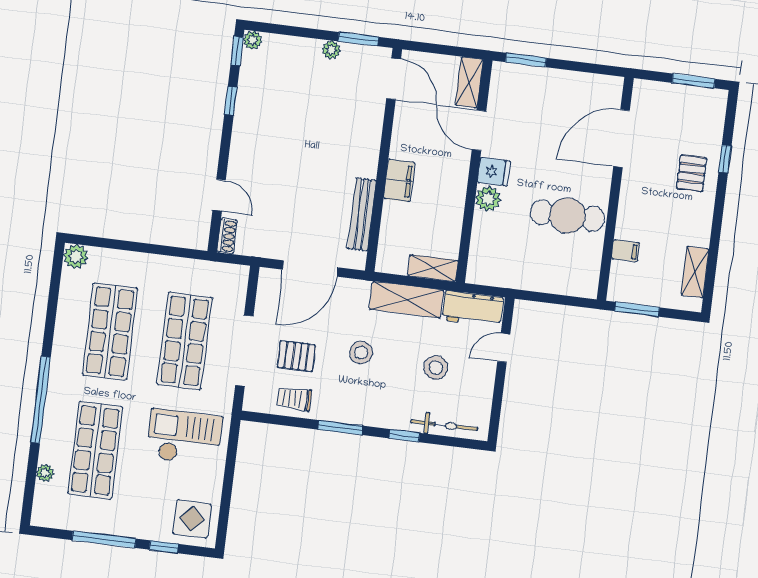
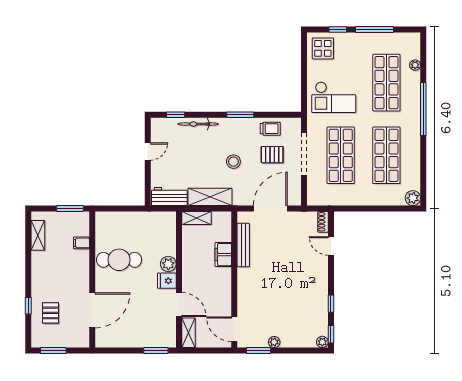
pallet: (692, 173) -> (51, 313), moved
filing cabinet: (399, 181) -> (223, 255), moved
door: (504, 348) -> (148, 151), moved
stool: (436, 368) -> (187, 158), removed
bicycle: (444, 425) -> (198, 124), moved
window: (404, 436) -> (176, 115), moved

